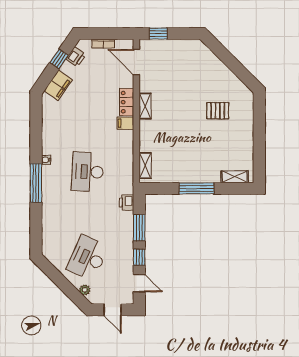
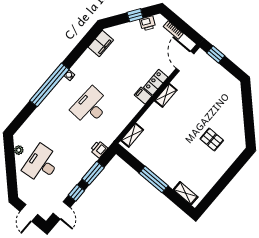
filing cabinet: (58, 85) -> (101, 43), moved, turned -35
window: (36, 183) -> (49, 85), width x1.46
desk: (88, 258) -> (42, 164), turned -30
plant: (85, 290) -> (19, 150), moved

